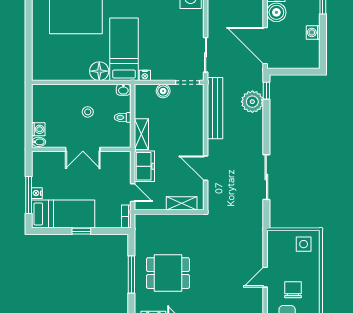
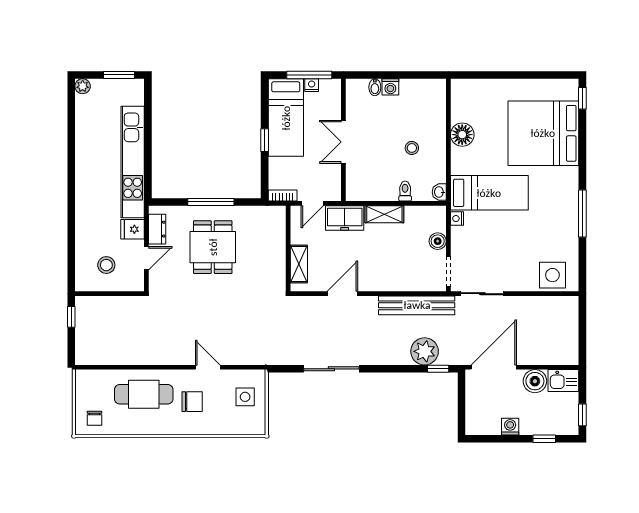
floor lamp: (99, 71) -> (462, 135), moved
wall: (81, 149) -> (343, 140), moved
double door: (83, 149) -> (343, 142), moved
side table: (304, 244) -> (245, 397), moved

